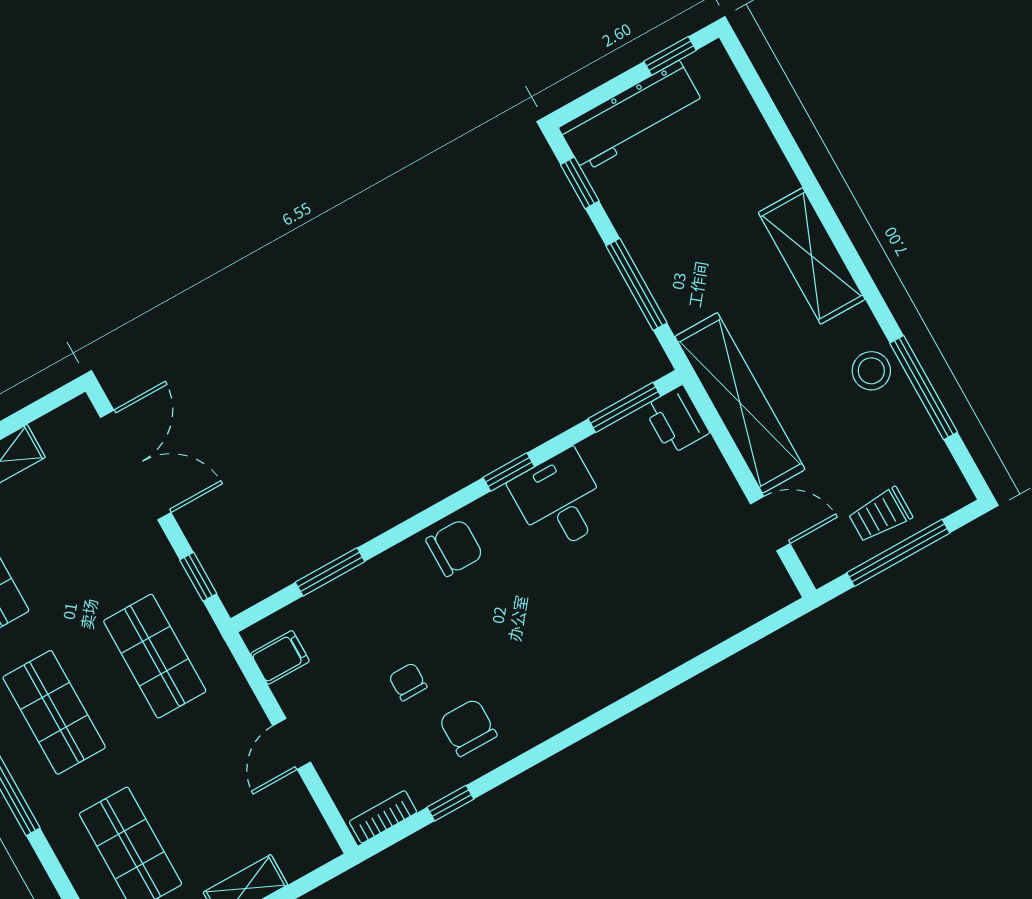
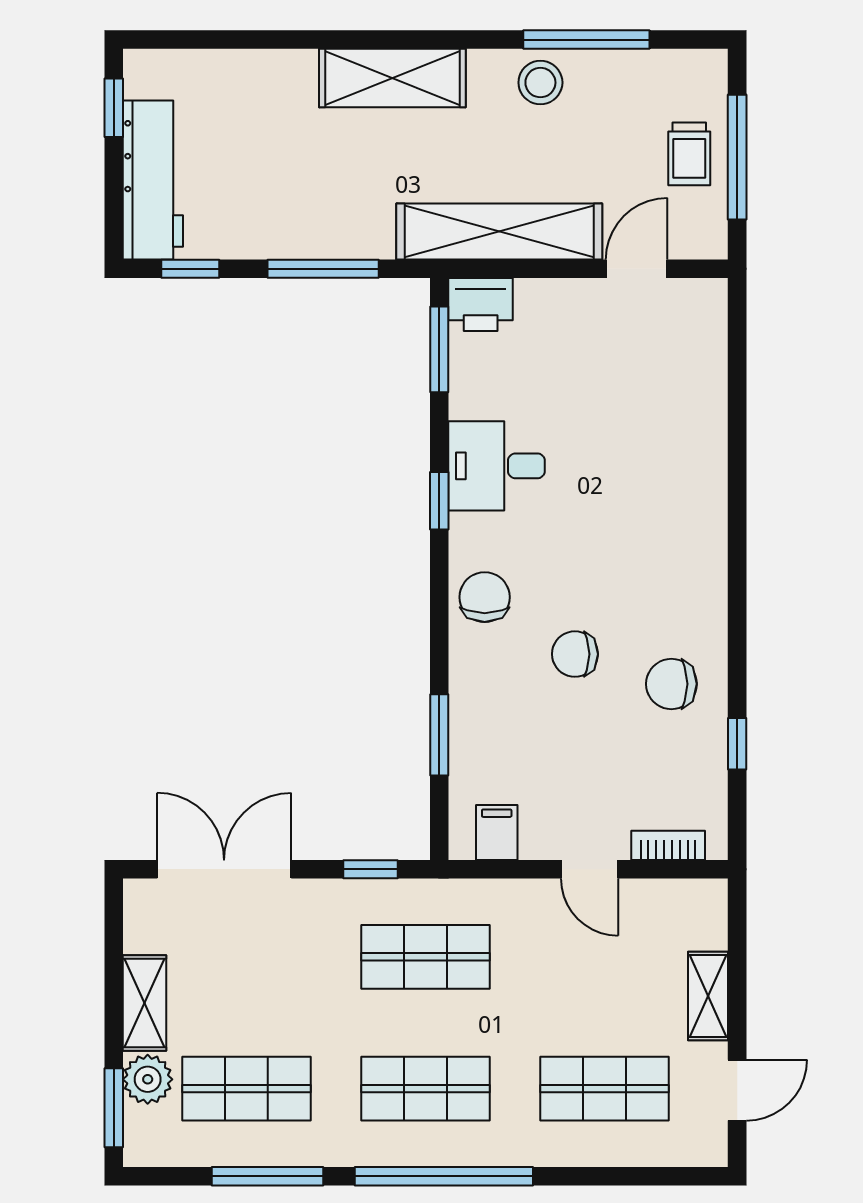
chair: (408, 682) -> (575, 654), moved, width x1.37, depth x1.37
bookcase: (383, 817) -> (668, 845), moved, turned 90

